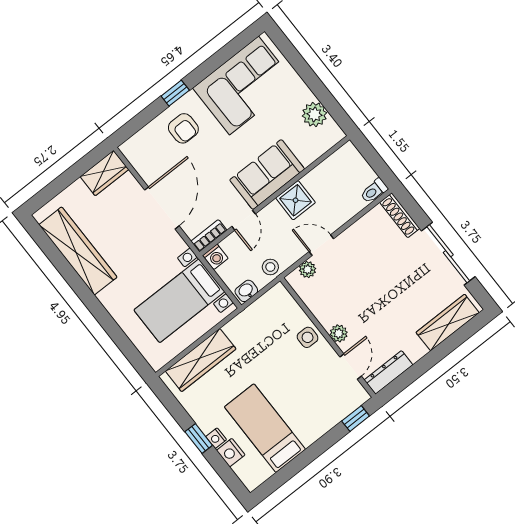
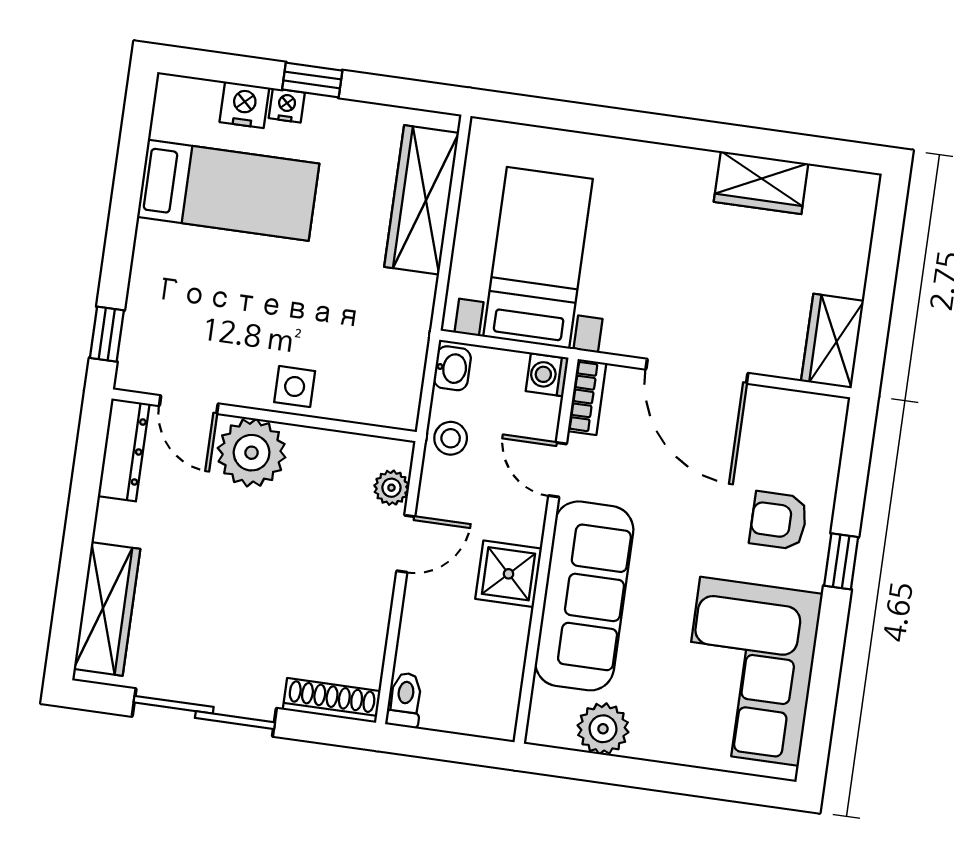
sofa: (267, 174) -> (584, 596), width x1.36
wardrobe: (78, 251) -> (761, 183), width x0.48, depth x0.85
plant: (339, 333) -> (252, 453), width x1.88, depth x1.88

